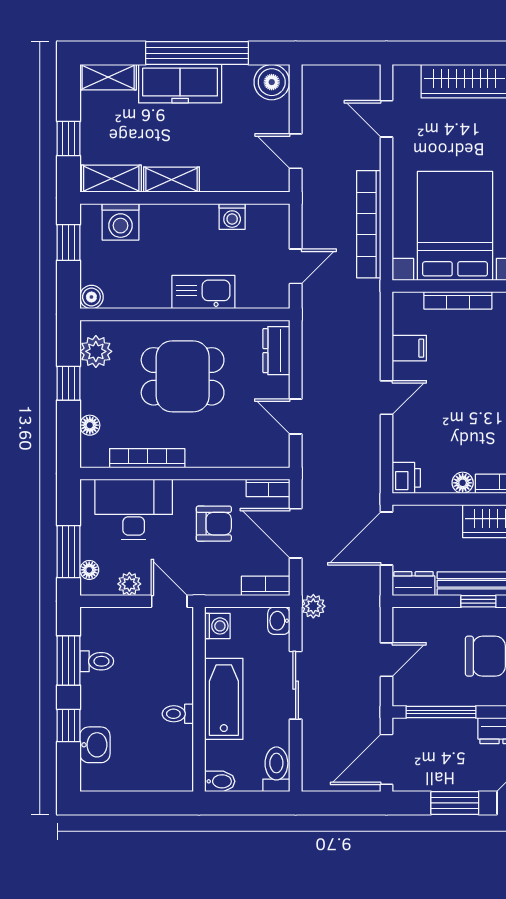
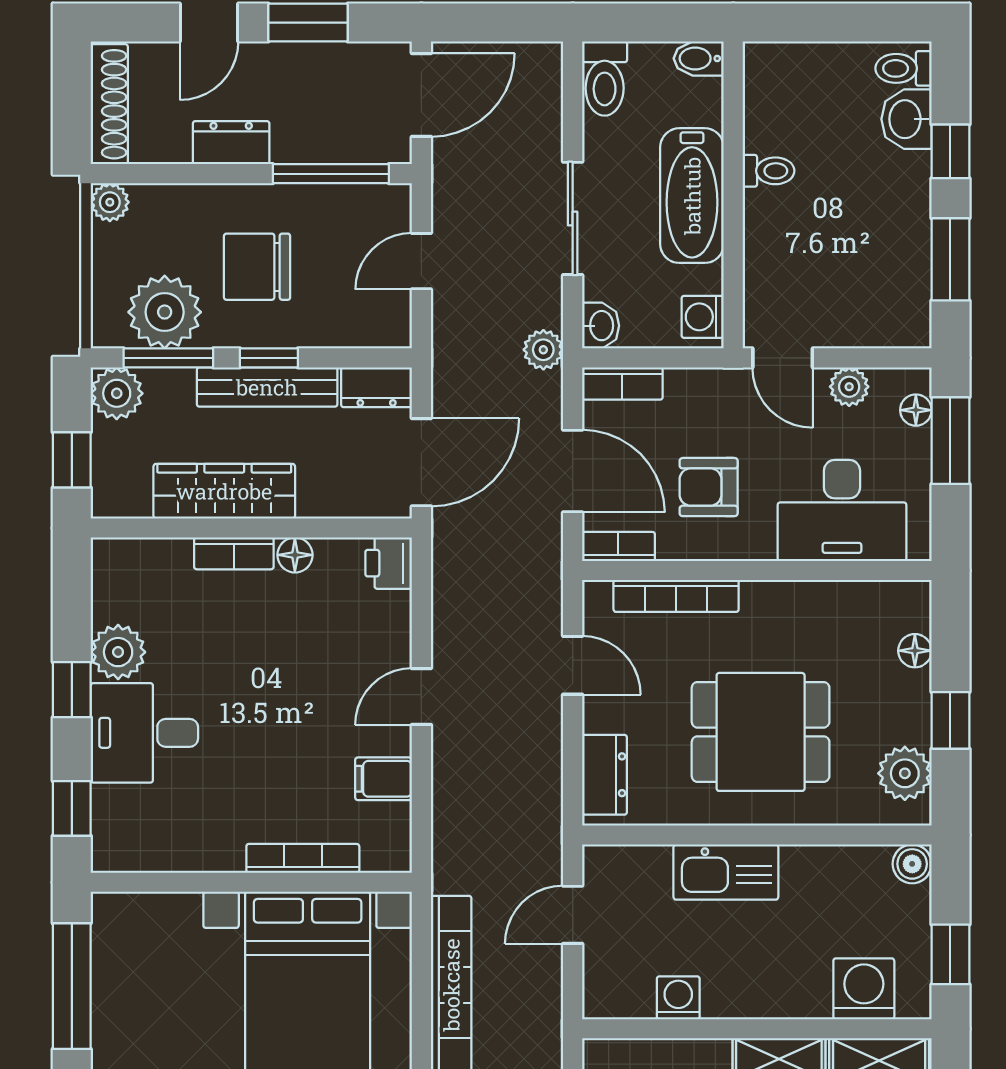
bookcase: (147, 458) -> (676, 596), moved
toilet: (97, 661) -> (903, 68), moved

